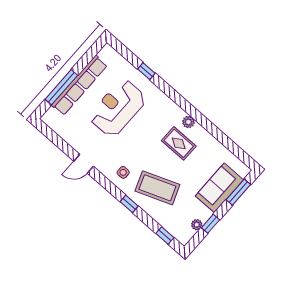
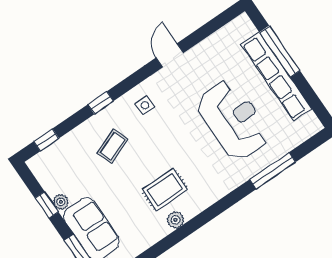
window: (146, 71) -> (273, 171), width x2.17
plant: (188, 122) -> (176, 220), moved
coffee table: (157, 188) -> (113, 146), width x0.54, depth x0.58
plant: (197, 225) -> (61, 202), moved

